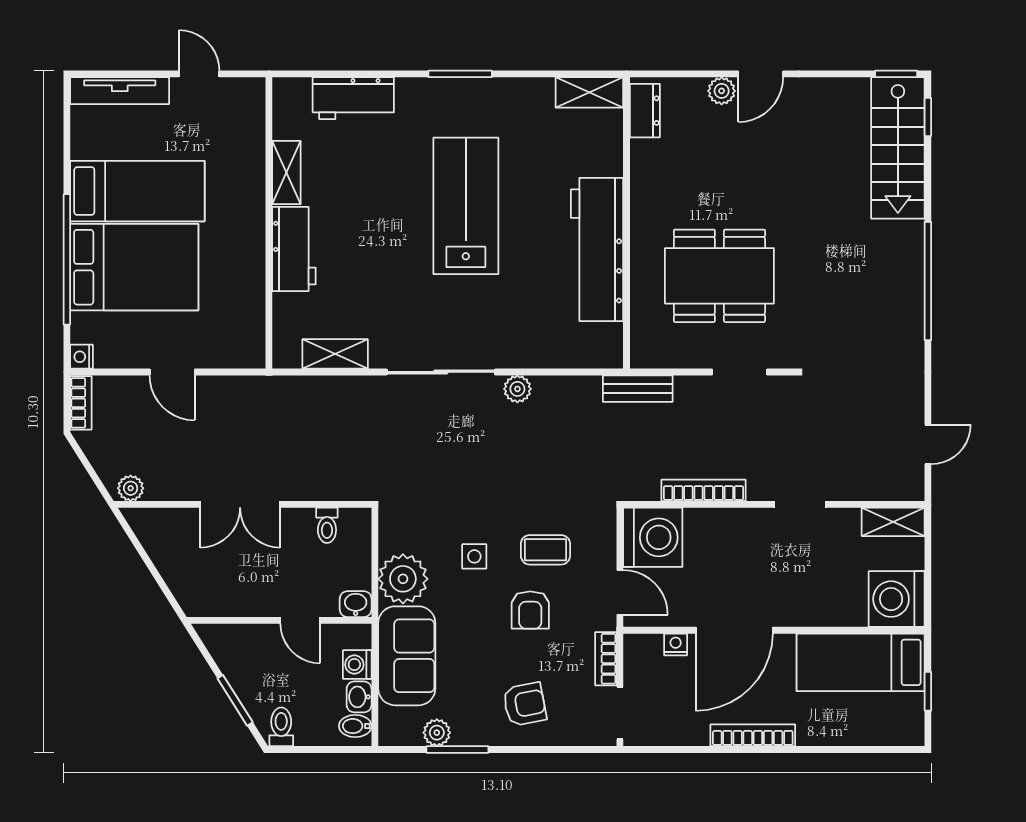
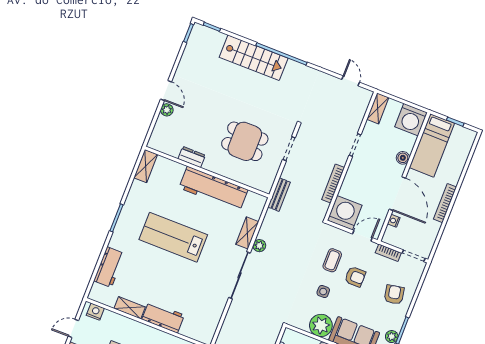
nightstand: (251, 106) -> (95, 312), added
dresser: (645, 111) -> (192, 157), moved
stairs: (898, 148) -> (254, 58), moved
dining table: (719, 276) -> (245, 141), width x0.73
shelving: (335, 354) -> (247, 233), moved
boiler: (812, 613) -> (403, 158), added

